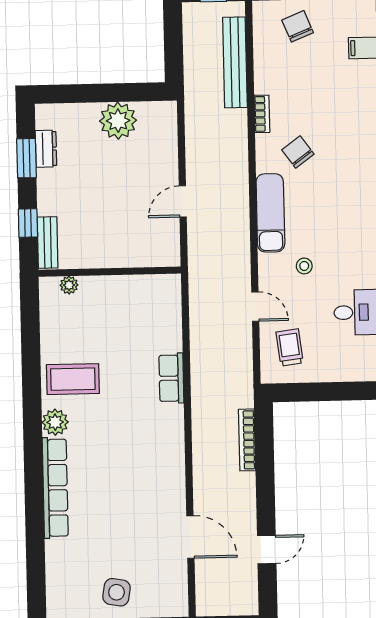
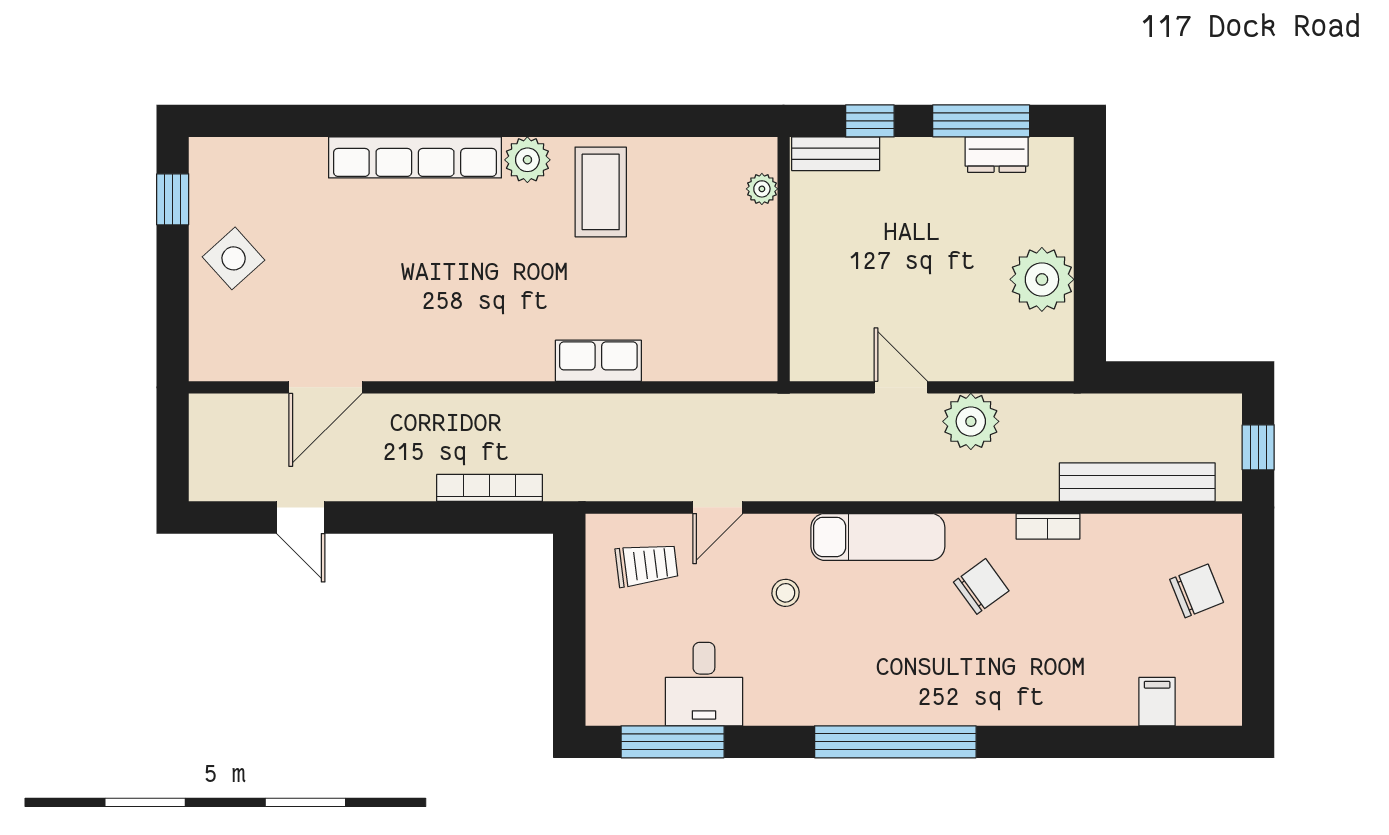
window: (26, 158) -> (981, 121), width x1.44
plant: (202, 160) -> (971, 421), added
side table: (117, 592) -> (234, 258), turned 38

